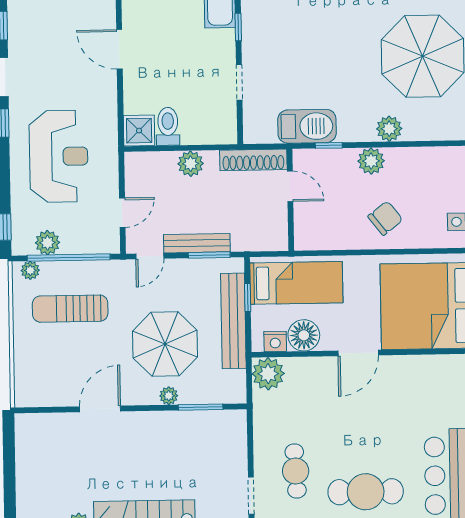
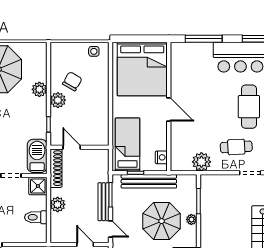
barbecue: (307, 126) -> (37, 156), moved
shower: (139, 131) -> (38, 186), moved
door: (290, 186) -> (72, 147), hinge flipped
chair: (385, 218) -> (72, 81), moved, turned 68
floor lamp: (304, 335) -> (158, 141), removed
plant: (268, 374) -> (201, 162), moved

